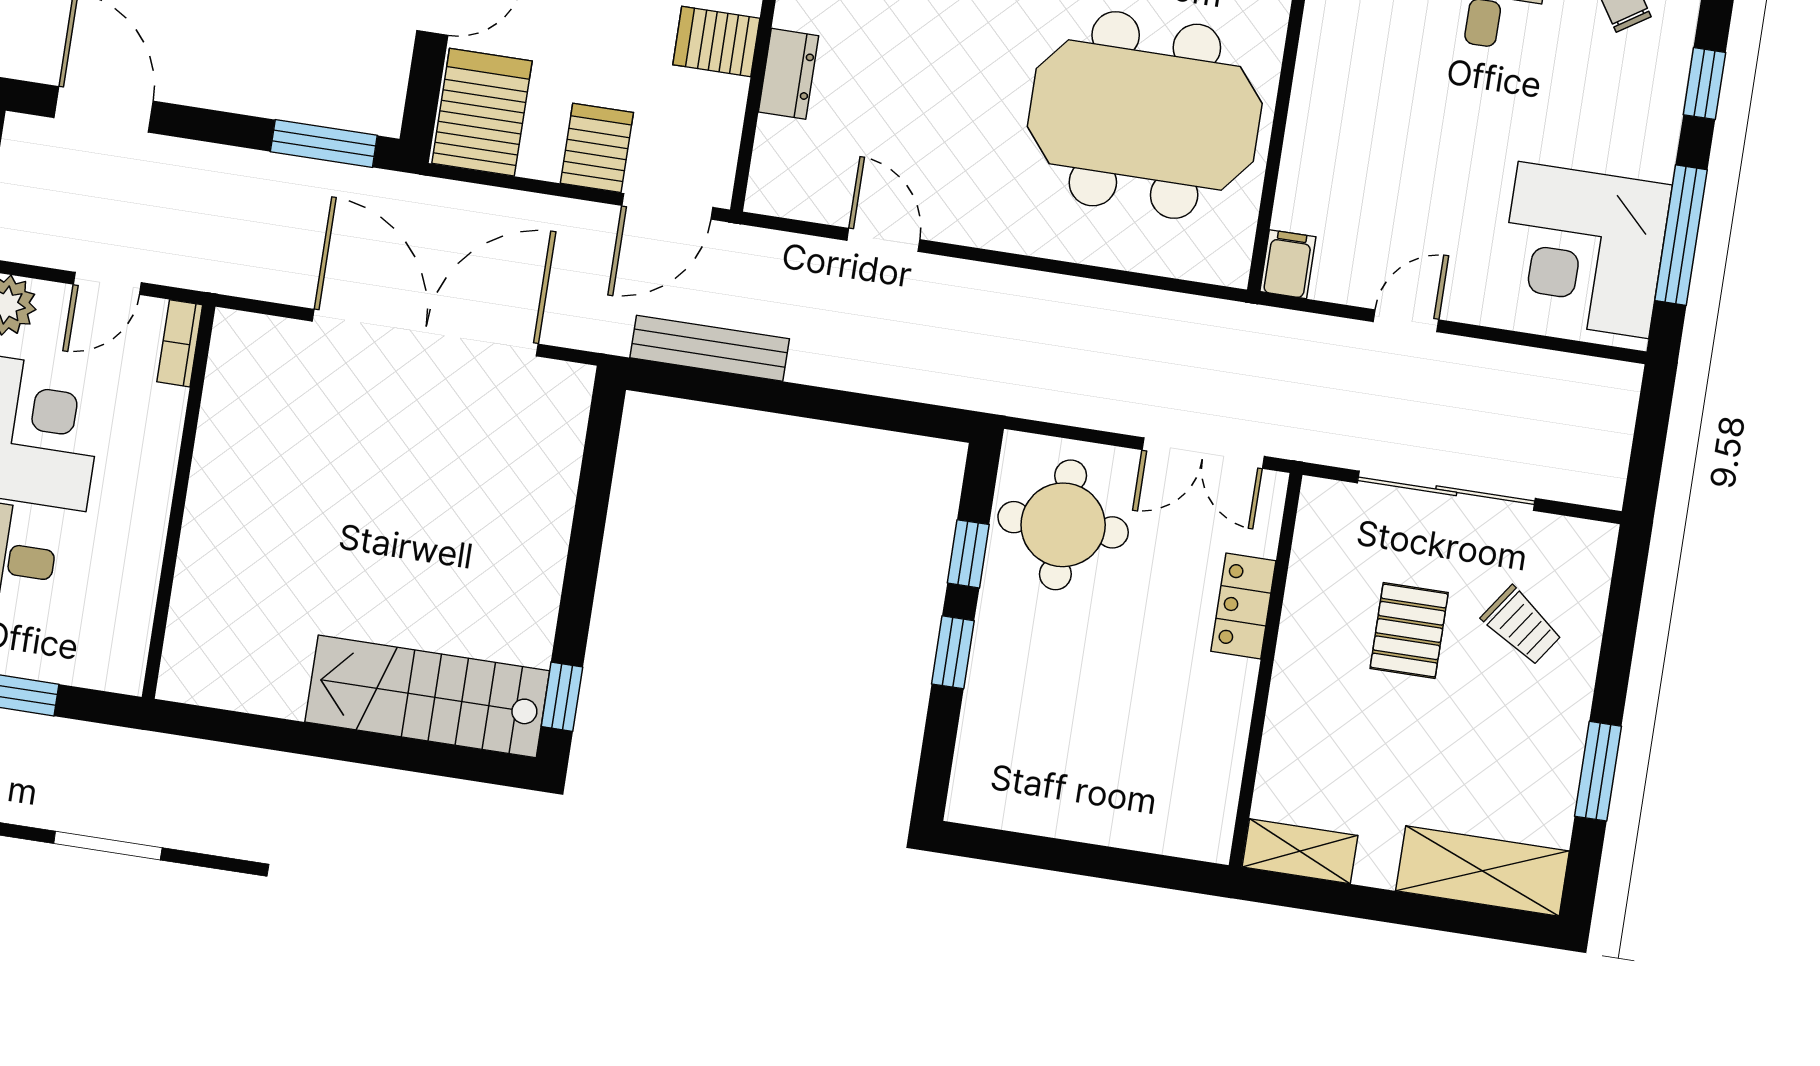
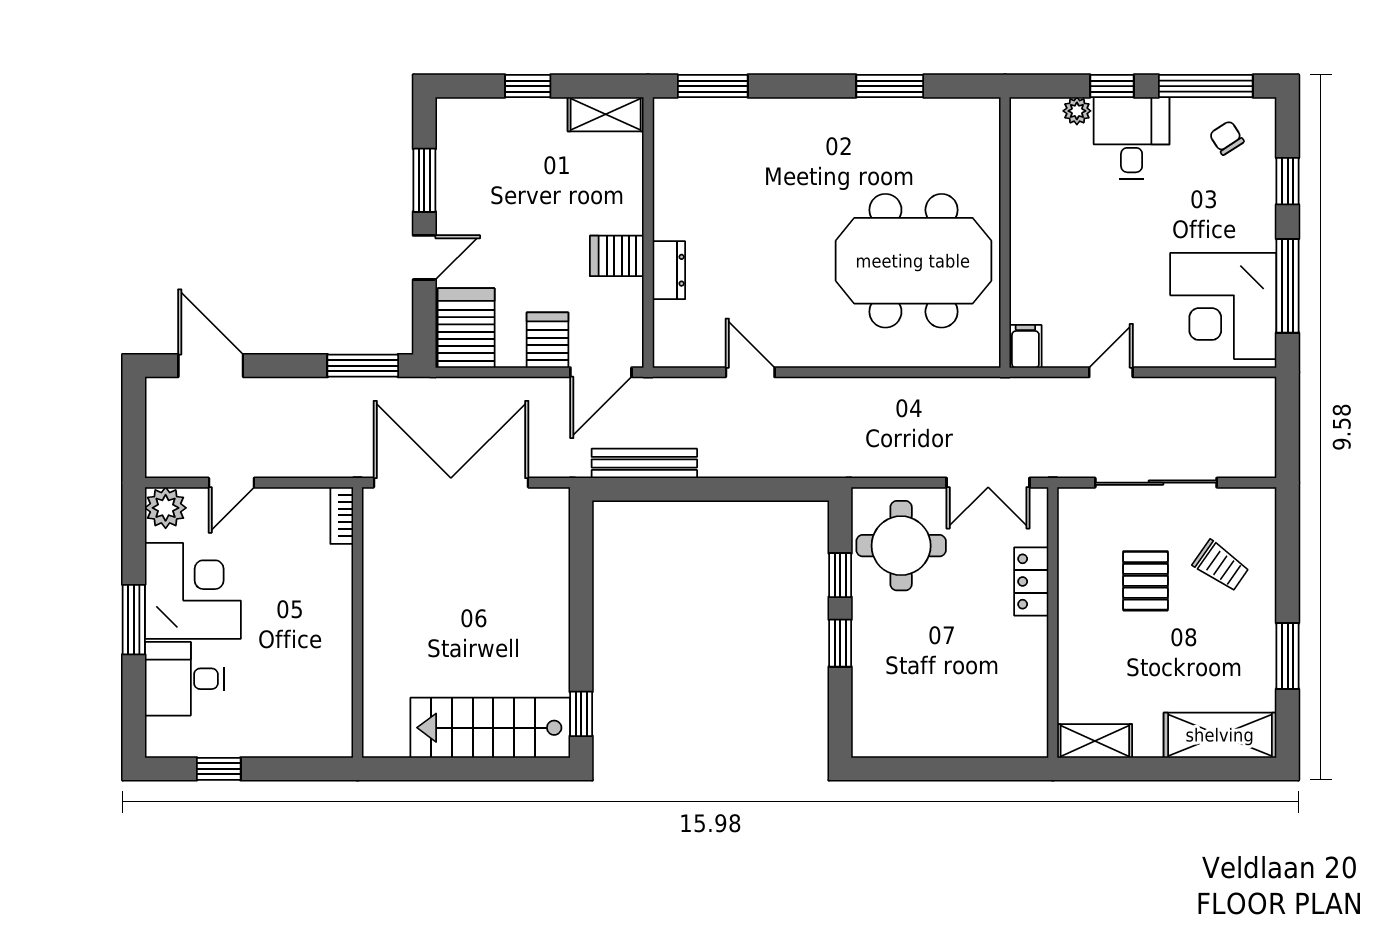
bookcase: (180, 343) -> (342, 515), moved
wall: (179, 502) -> (357, 622), moved

